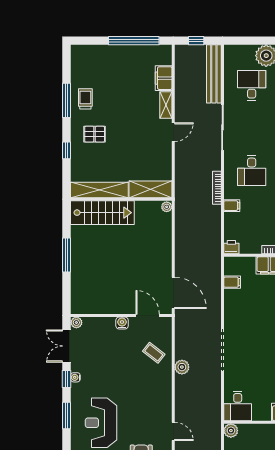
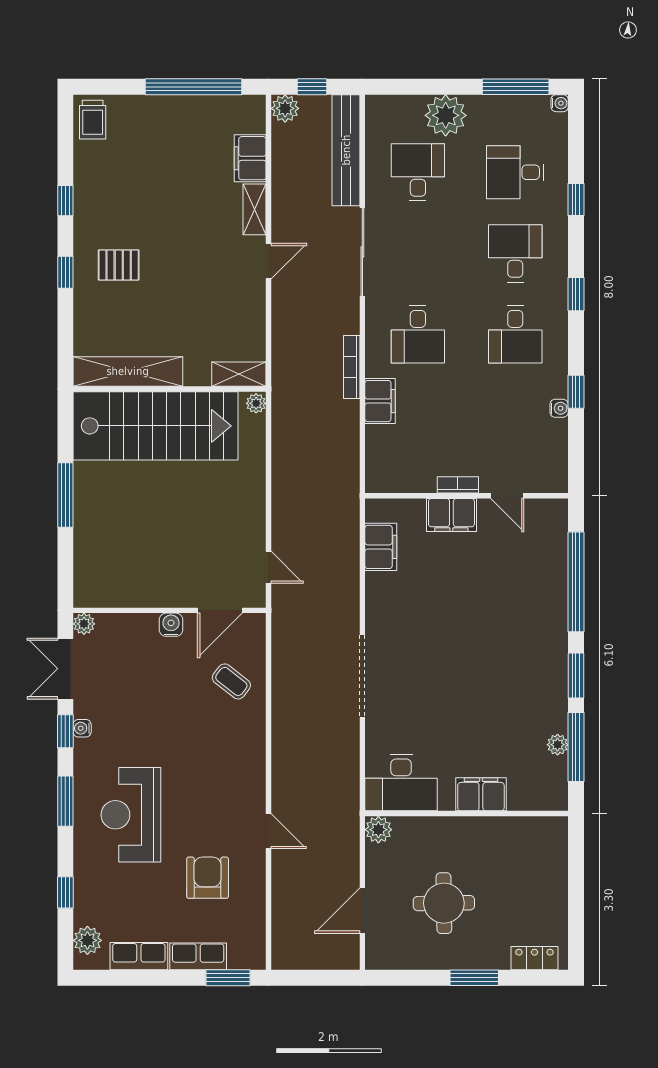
trolley: (85, 99) -> (93, 120), moved, turned 180
window: (67, 100) -> (65, 201), width x0.46
window: (67, 150) -> (65, 272), moved
shelving: (151, 189) -> (239, 374), width x0.67, depth x0.75
filing cabinet: (232, 206) -> (380, 401), width x2.00
stairs: (102, 213) -> (156, 426), width x1.36, depth x1.51
printer: (231, 247) -> (379, 480), removed
filing cabinet: (232, 282) -> (381, 547), width x2.00
door: (173, 293) -> (269, 567), width x0.53
door: (148, 315) -> (220, 610), swing flipped
plant: (182, 367) -> (285, 108), moved
desk: (238, 406) -> (401, 783), width x1.37

